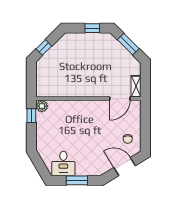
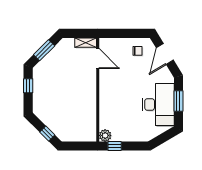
desk: (63, 163) -> (158, 104), width x1.87, depth x1.30

